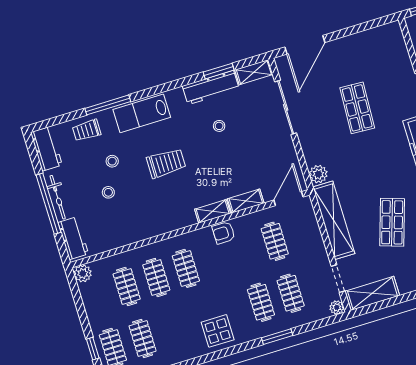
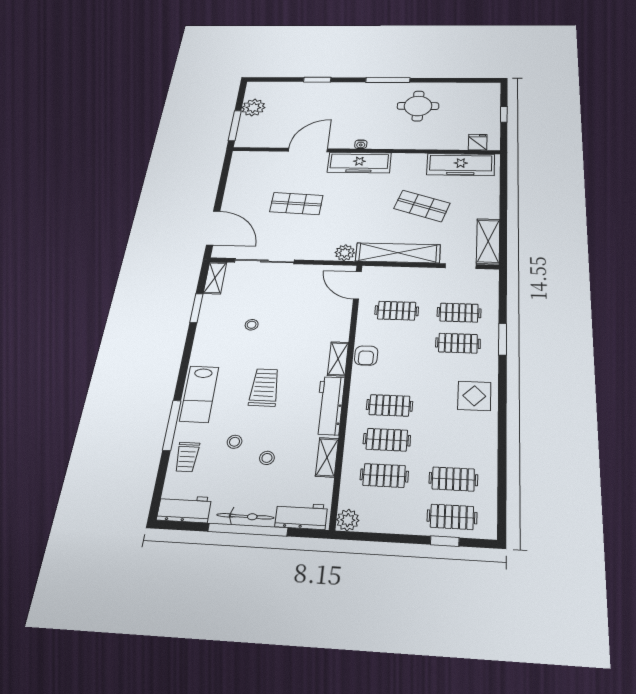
workbench: (211, 88) -> (330, 406), moved, turned 180
shelving: (246, 201) -> (327, 457), moved
plant: (337, 307) -> (491, 276), removed

